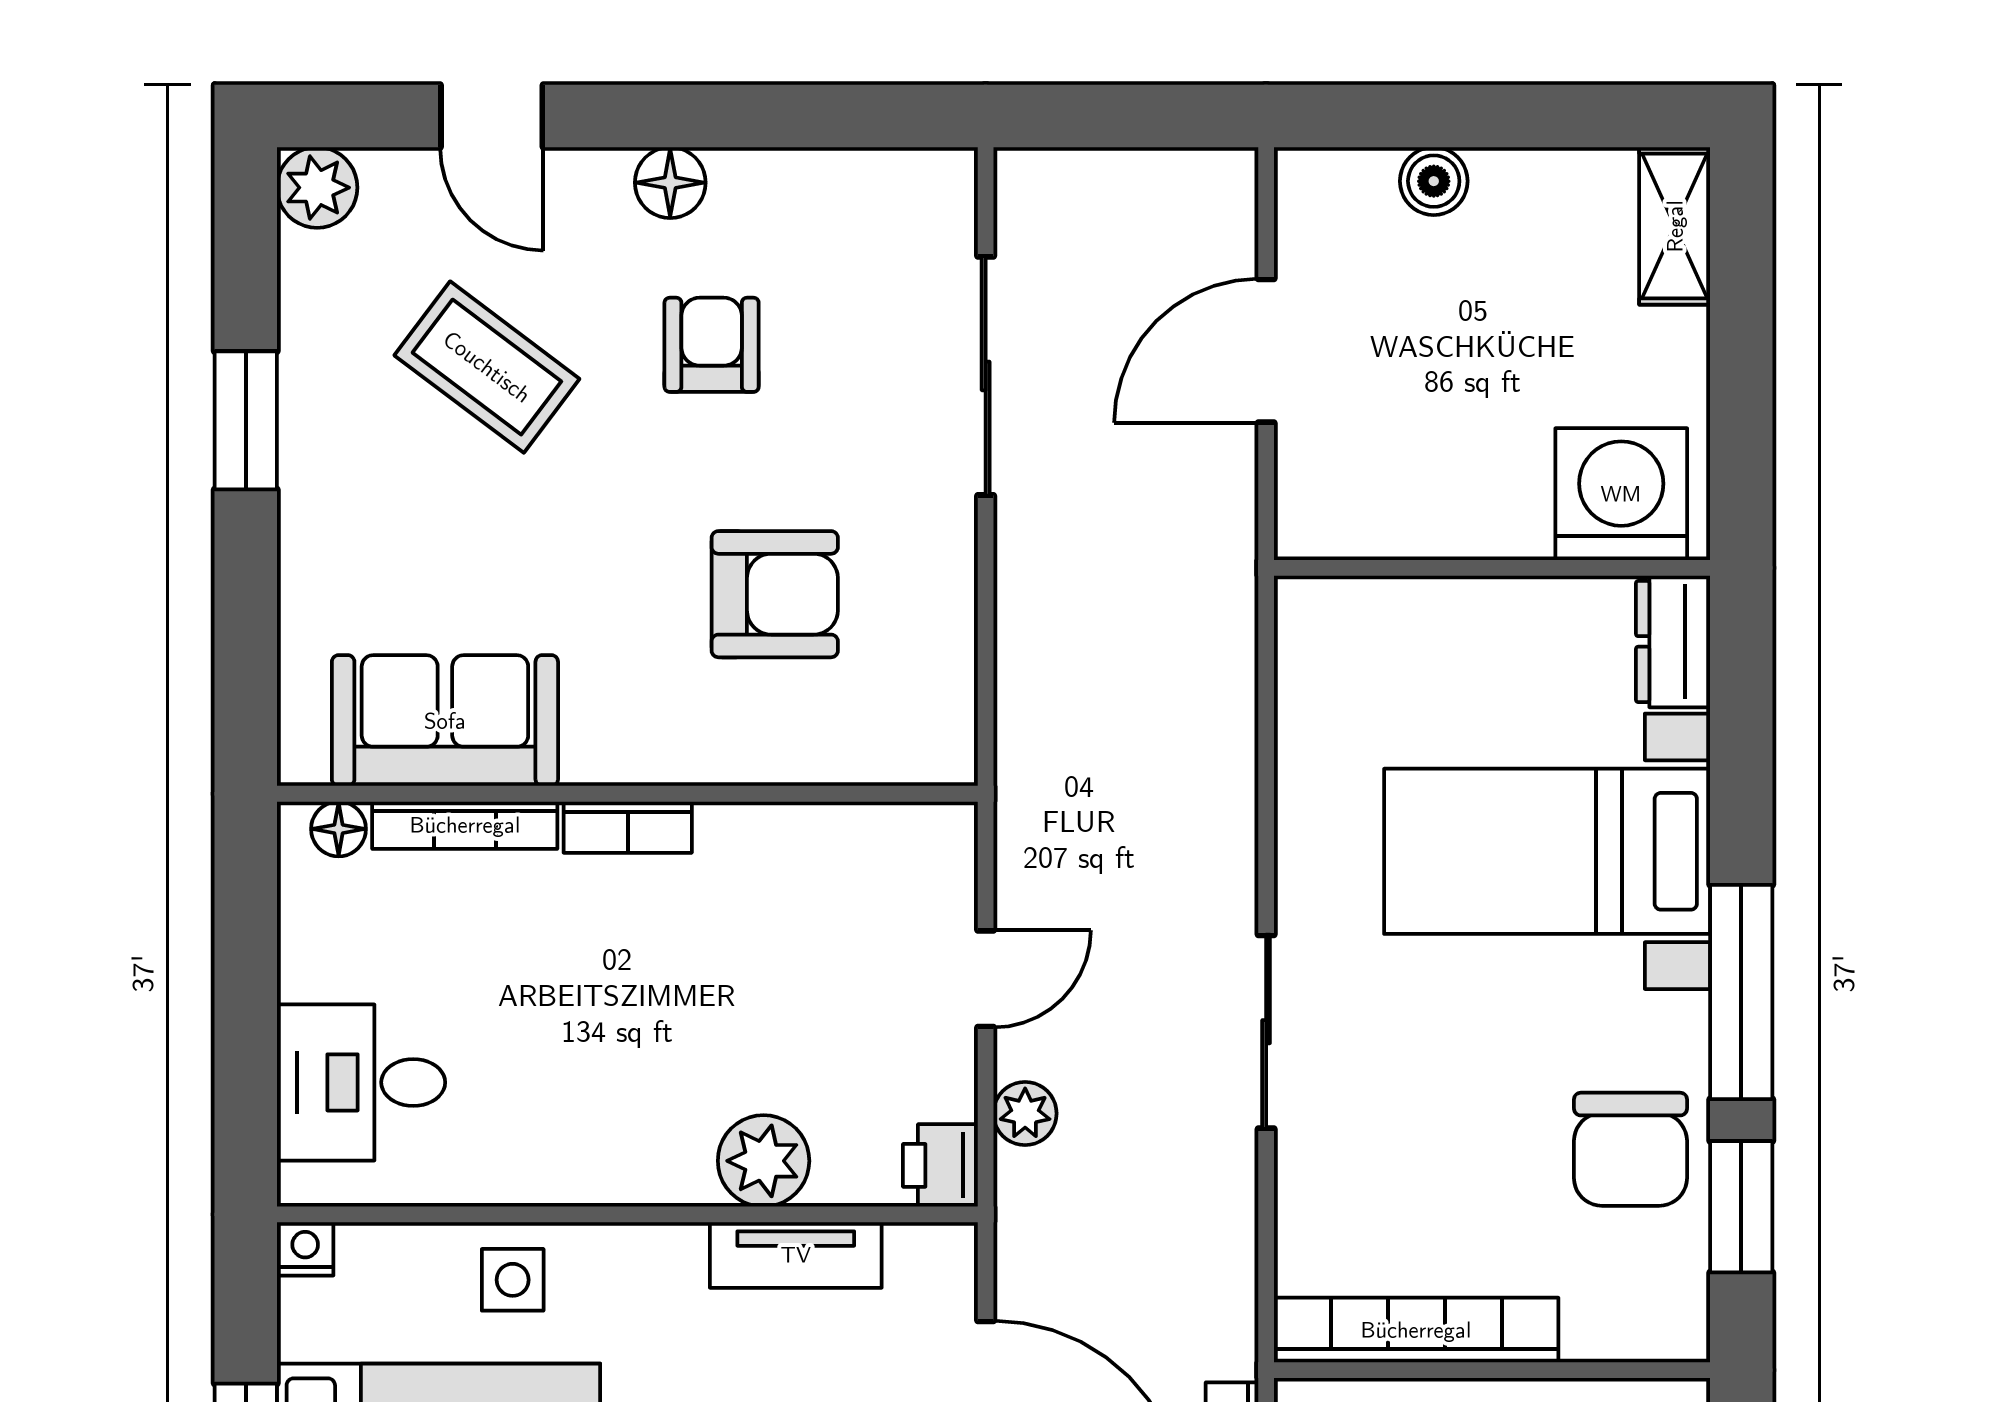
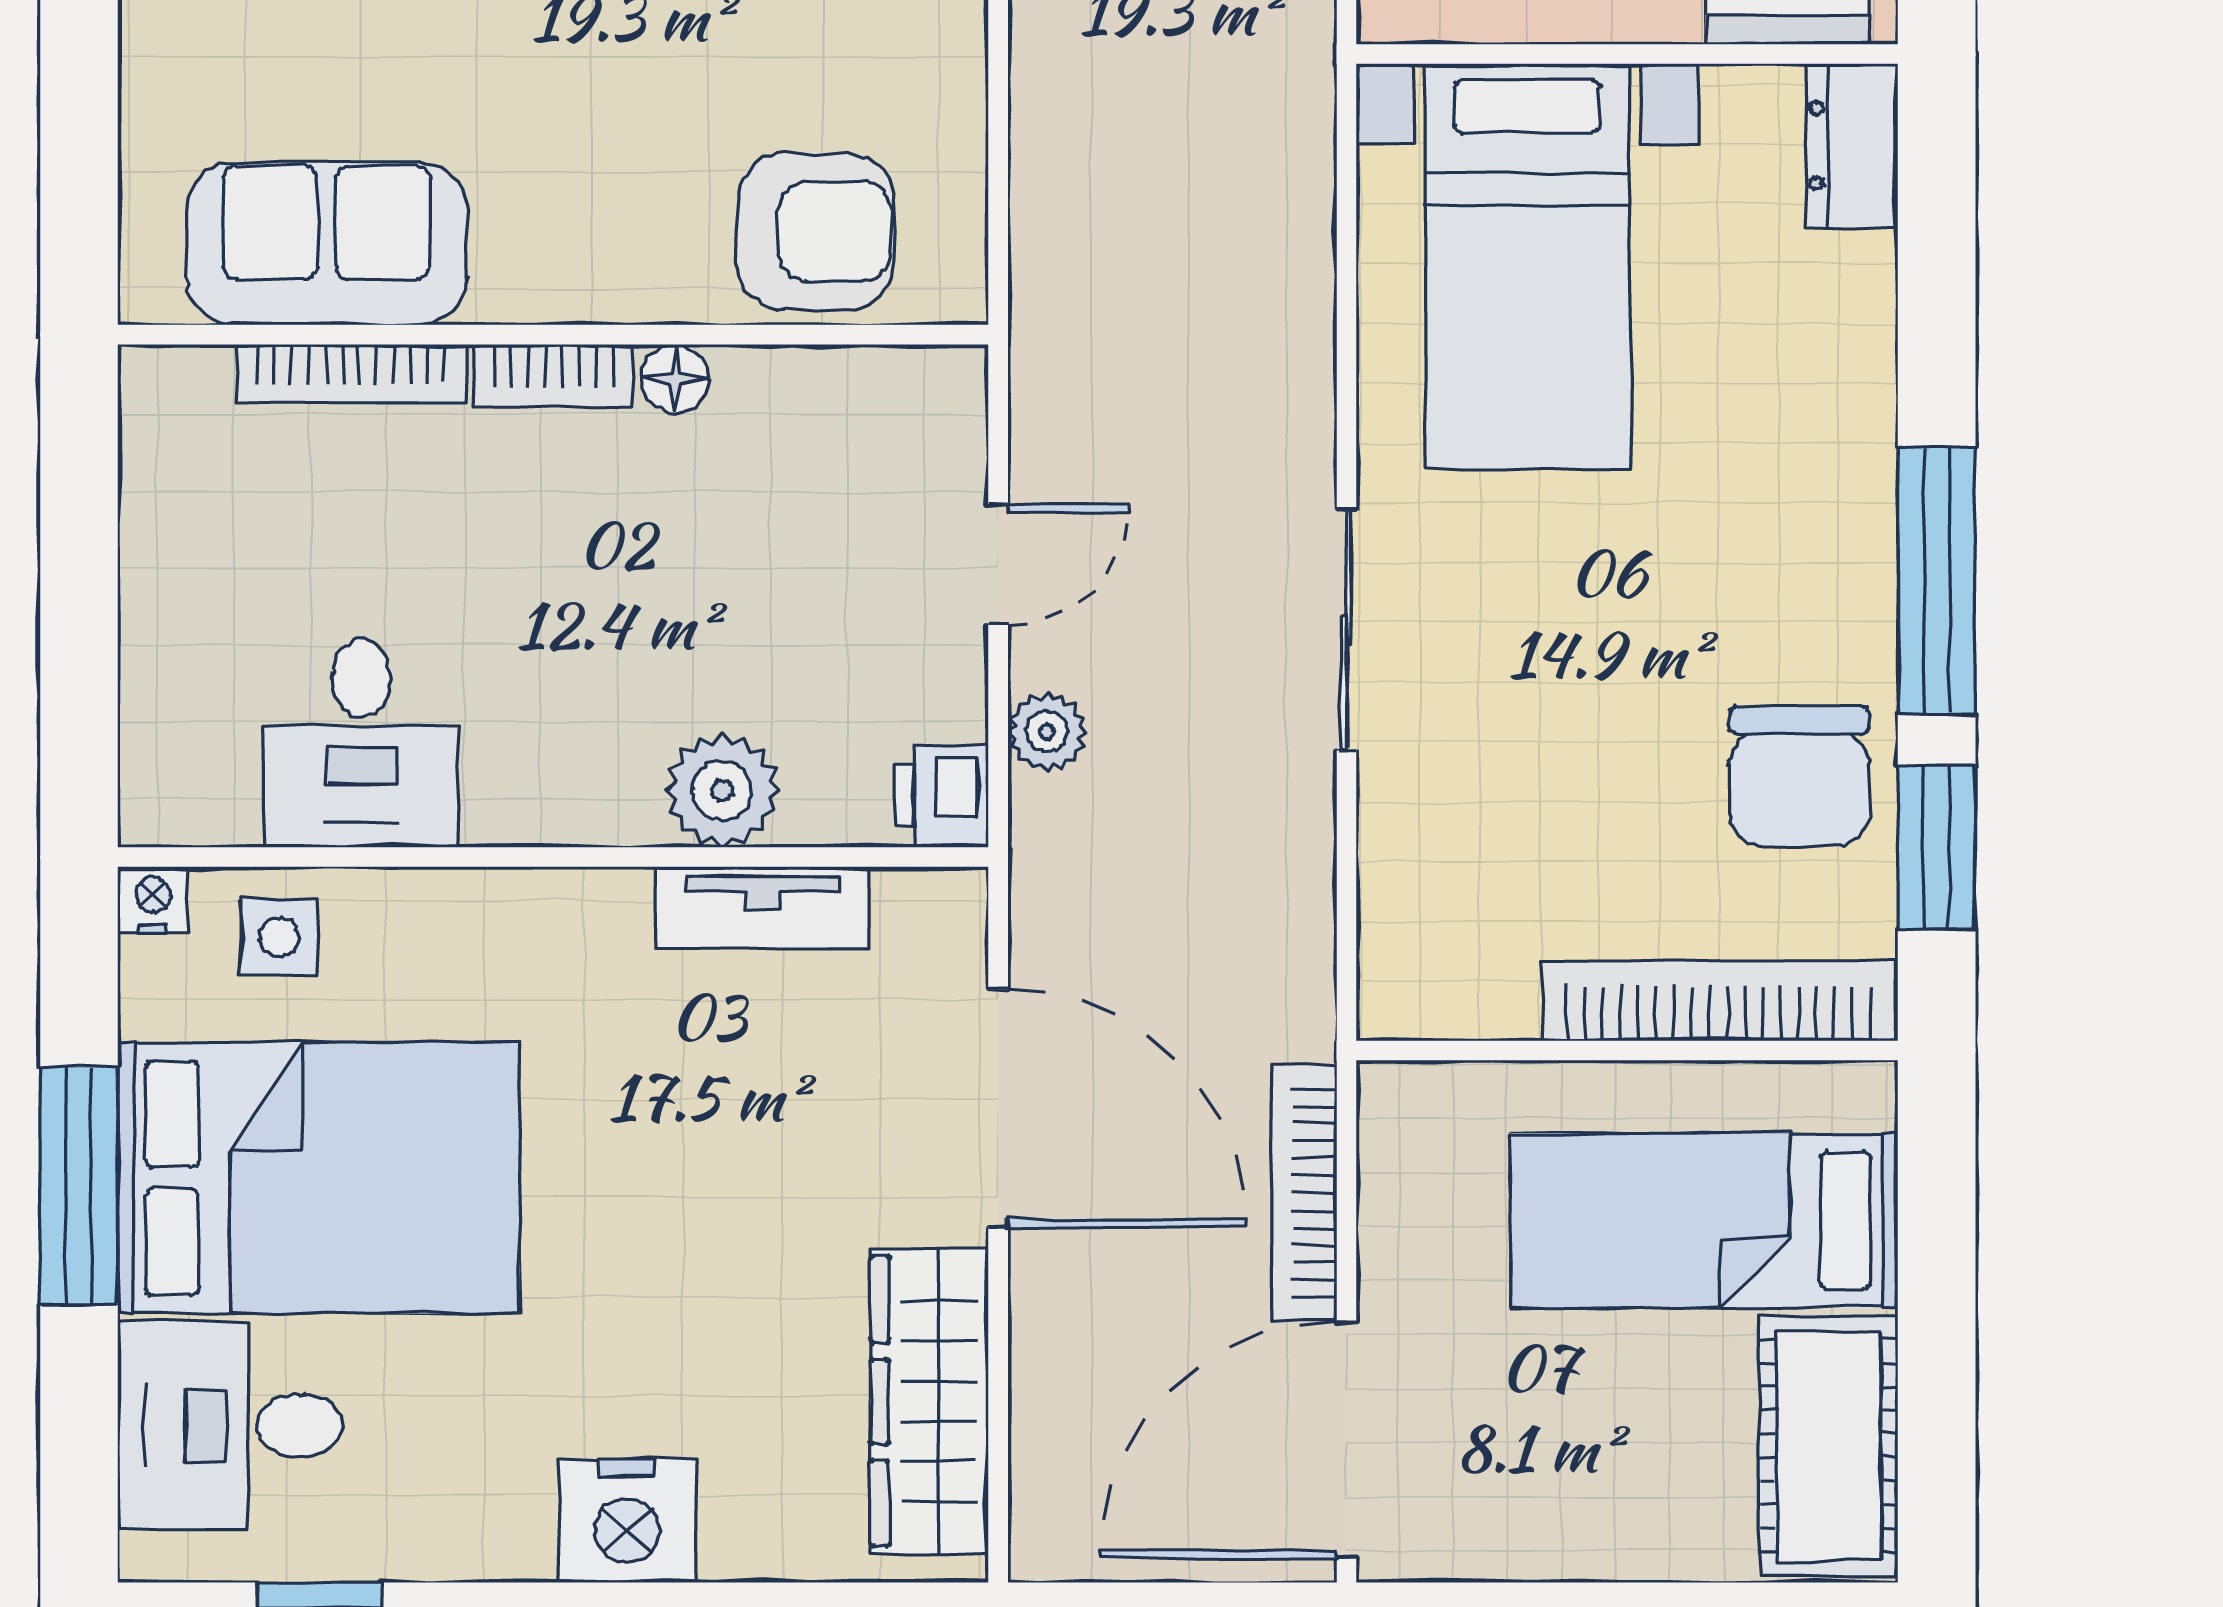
armchair: (775, 594) -> (816, 231), moved
floor lamp: (339, 829) -> (675, 378), moved
bed with nightstands: (1547, 851) -> (1527, 266), moved, turned -90
desk: (361, 1082) -> (361, 743), moved, turned -90
side table: (513, 1280) -> (279, 937), moved
bookcase: (1416, 1330) -> (1719, 1001), moved

